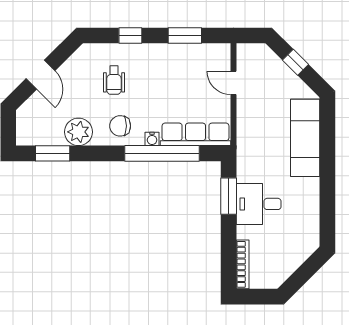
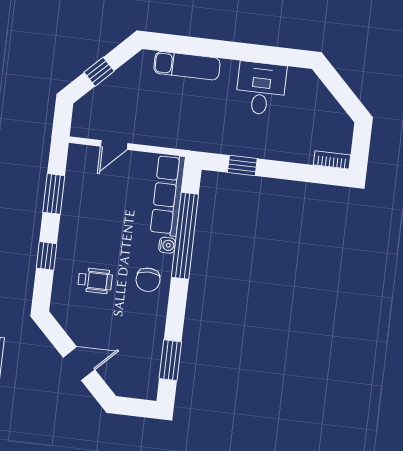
plant: (78, 132) -> (149, 328), removed
exam couch: (305, 138) -> (187, 66), width x0.73, depth x0.69
window: (229, 196) -> (242, 166), width x0.67
desk: (259, 204) -> (261, 89), moved, turned 180
bookcase: (243, 264) -> (332, 160), width x0.64

